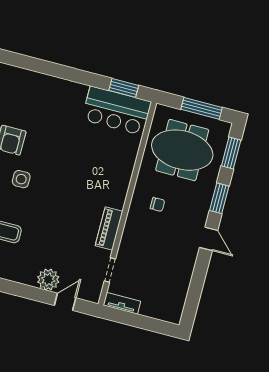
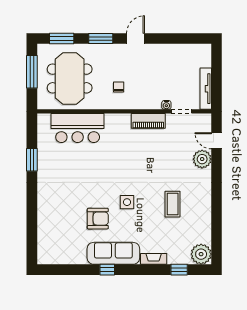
window: (124, 88) -> (32, 160), moved
bar counter: (117, 111) -> (78, 128), moved, turned 90
water cooler: (122, 254) -> (166, 105), added
tv unit: (122, 303) -> (206, 89), width x1.41

